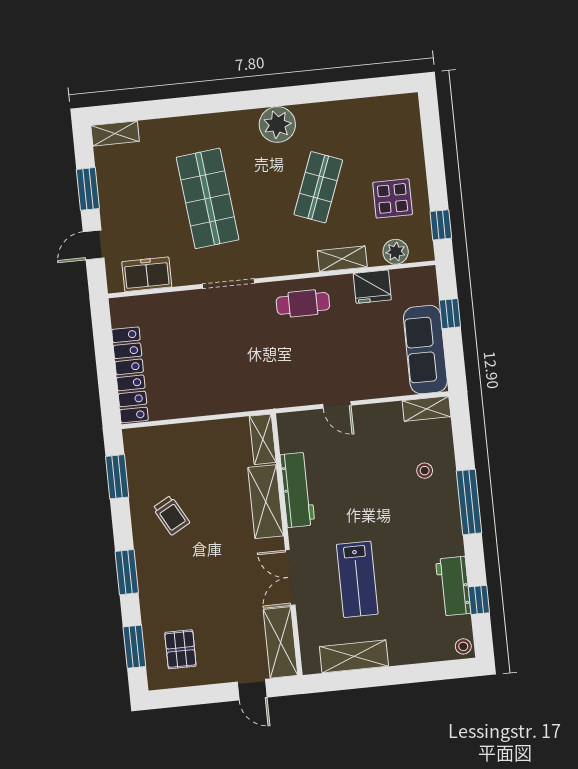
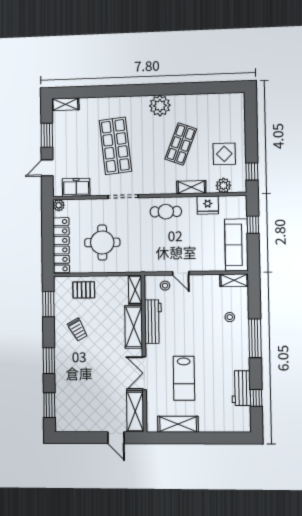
plant: (119, 307) -> (59, 205), added
round table: (200, 364) -> (102, 242), added
stool: (463, 646) -> (165, 286), moved
pallet: (180, 649) -> (84, 290), moved, turned 90

